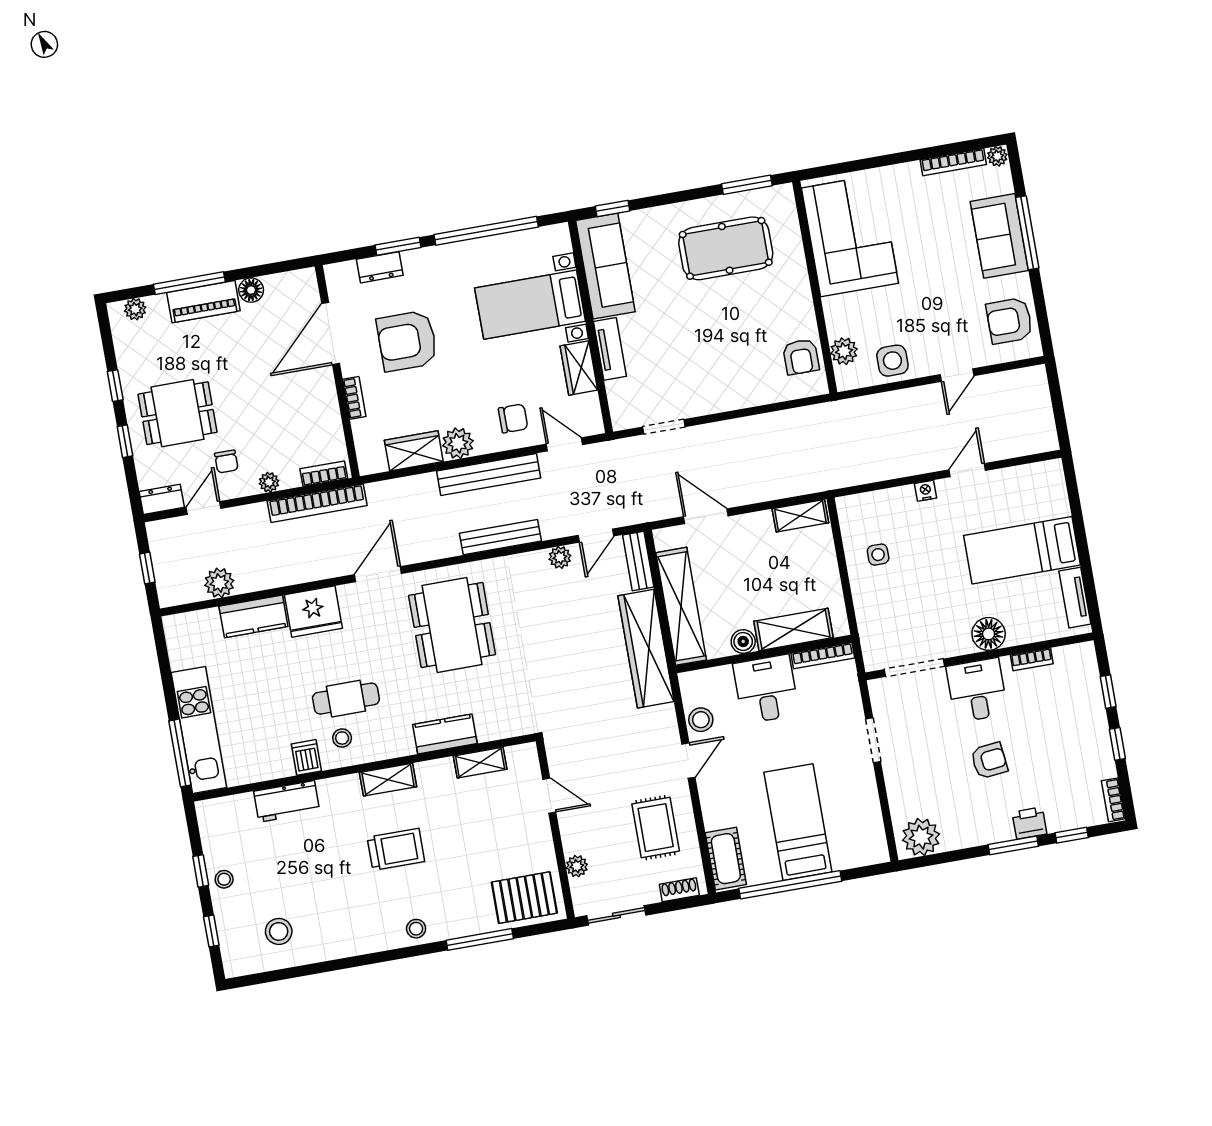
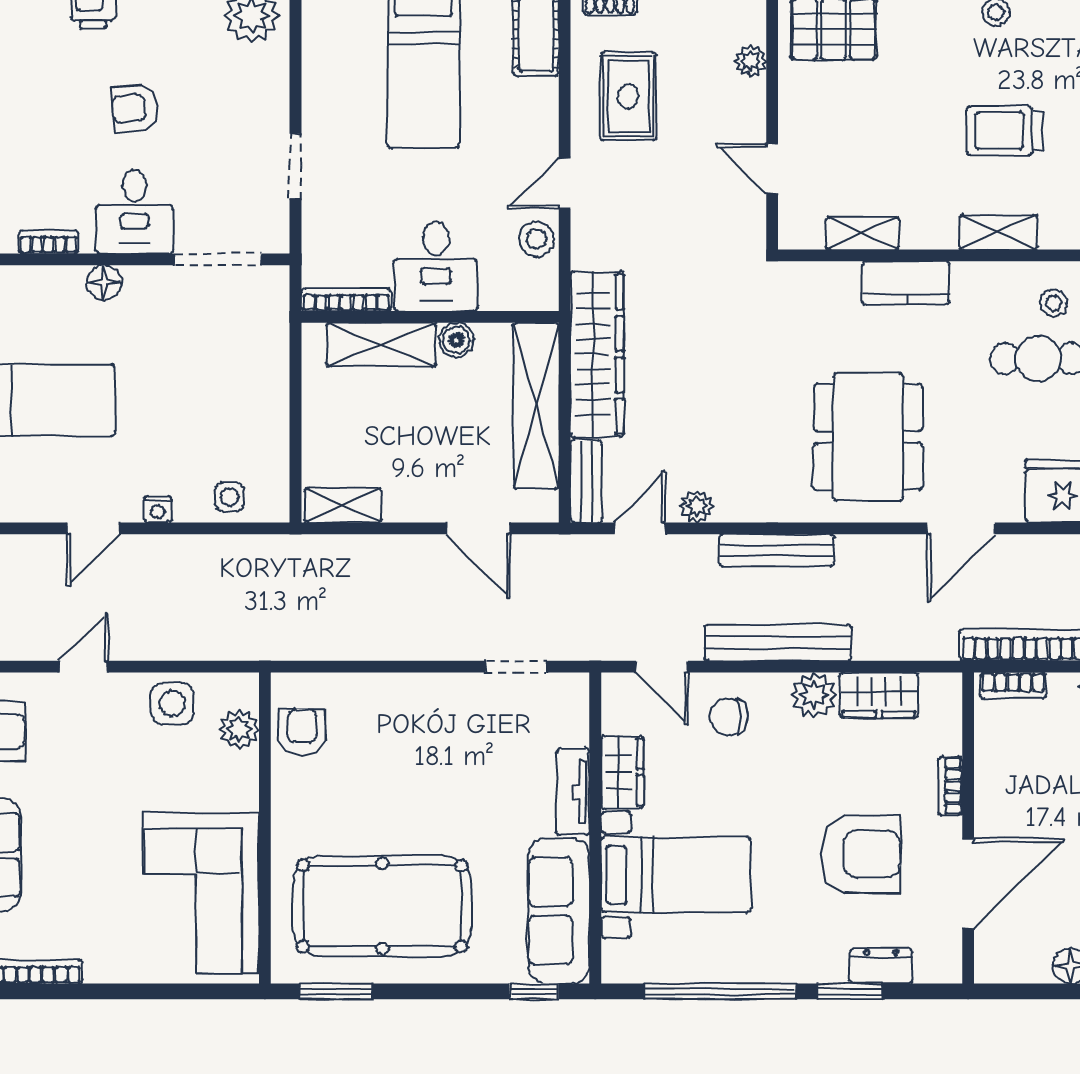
pool table: (726, 248) -> (382, 906), width x1.36, depth x1.32
side table: (878, 555) -> (229, 497), moved
floor lamp: (989, 634) -> (104, 282), width x0.73, depth x0.73

